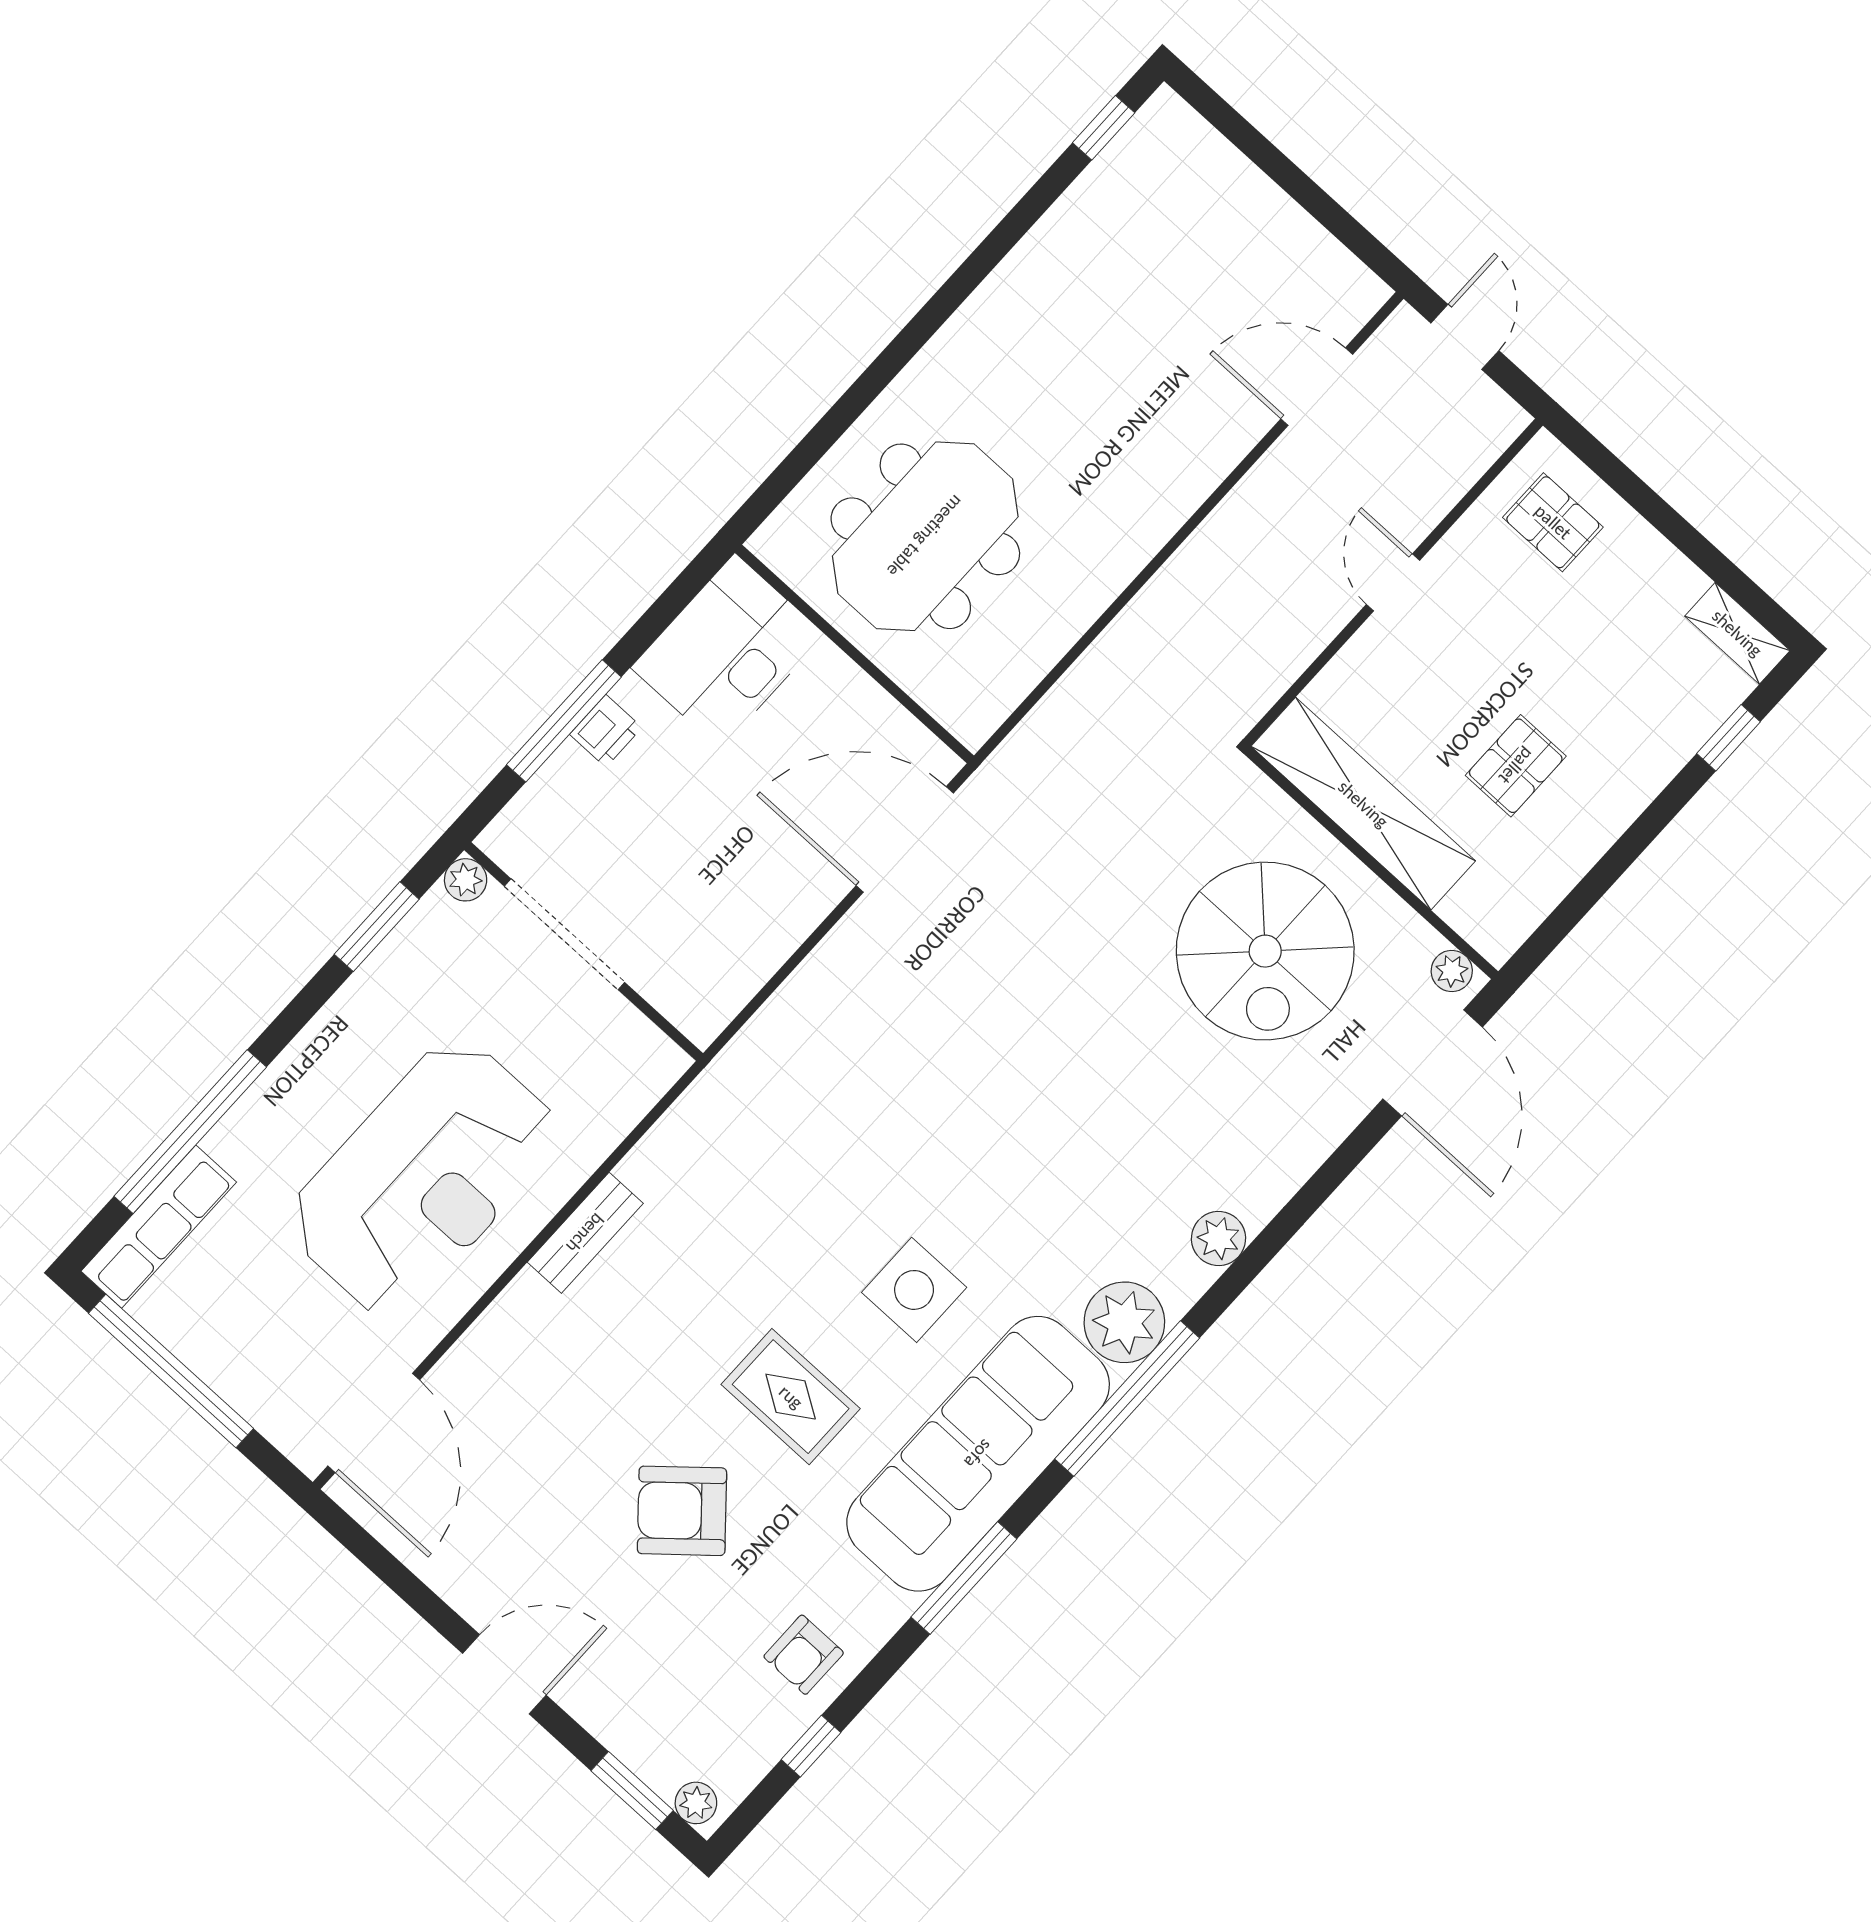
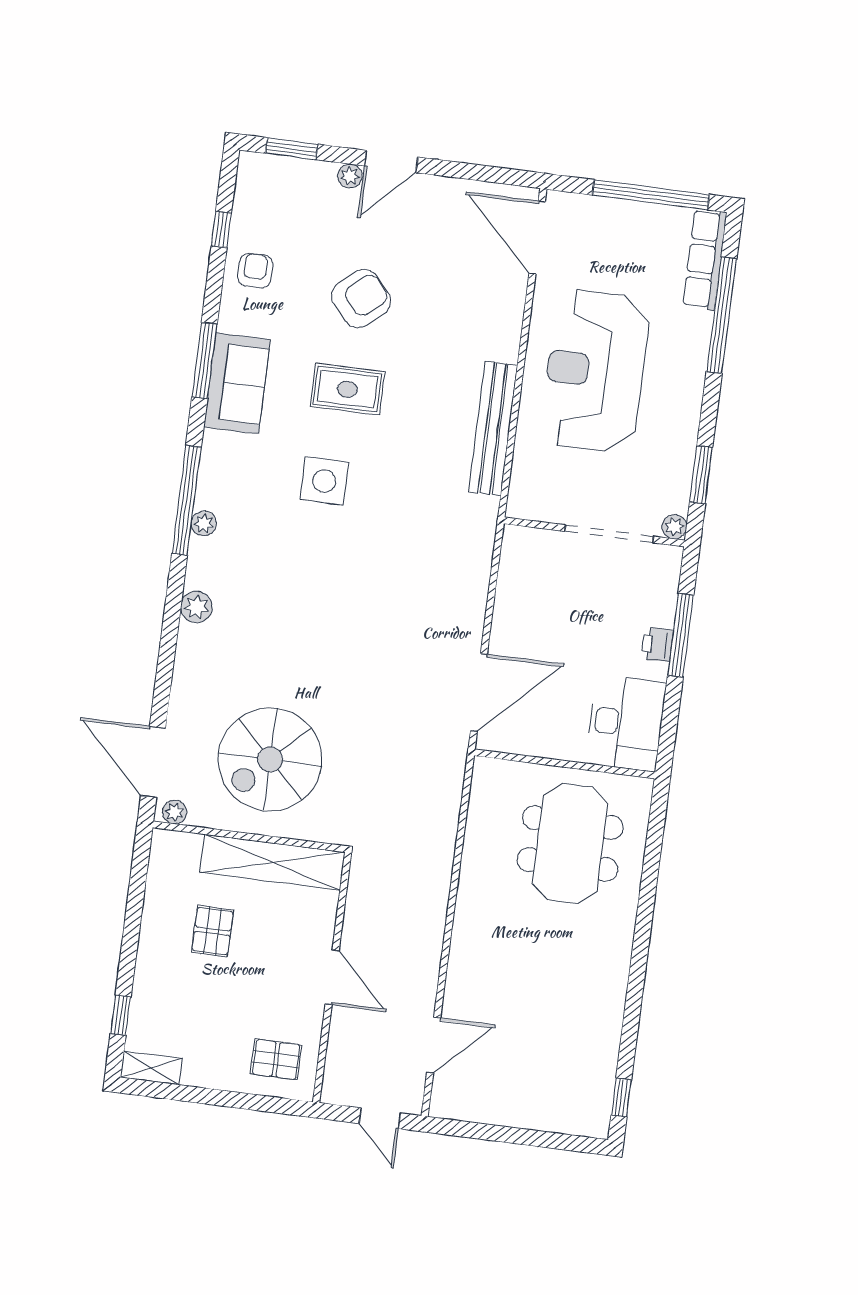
door: (1393, 582) -> (332, 977), width x1.38
spiral stairs: (1265, 951) -> (270, 759), turned -90
bench: (585, 1233) -> (493, 429), width x1.86, depth x1.21
plant: (1124, 1322) -> (204, 523), width x0.53, depth x0.53
sofa: (978, 1454) -> (237, 383), width x0.54, depth x0.79
plant: (696, 1803) -> (350, 176), moved

